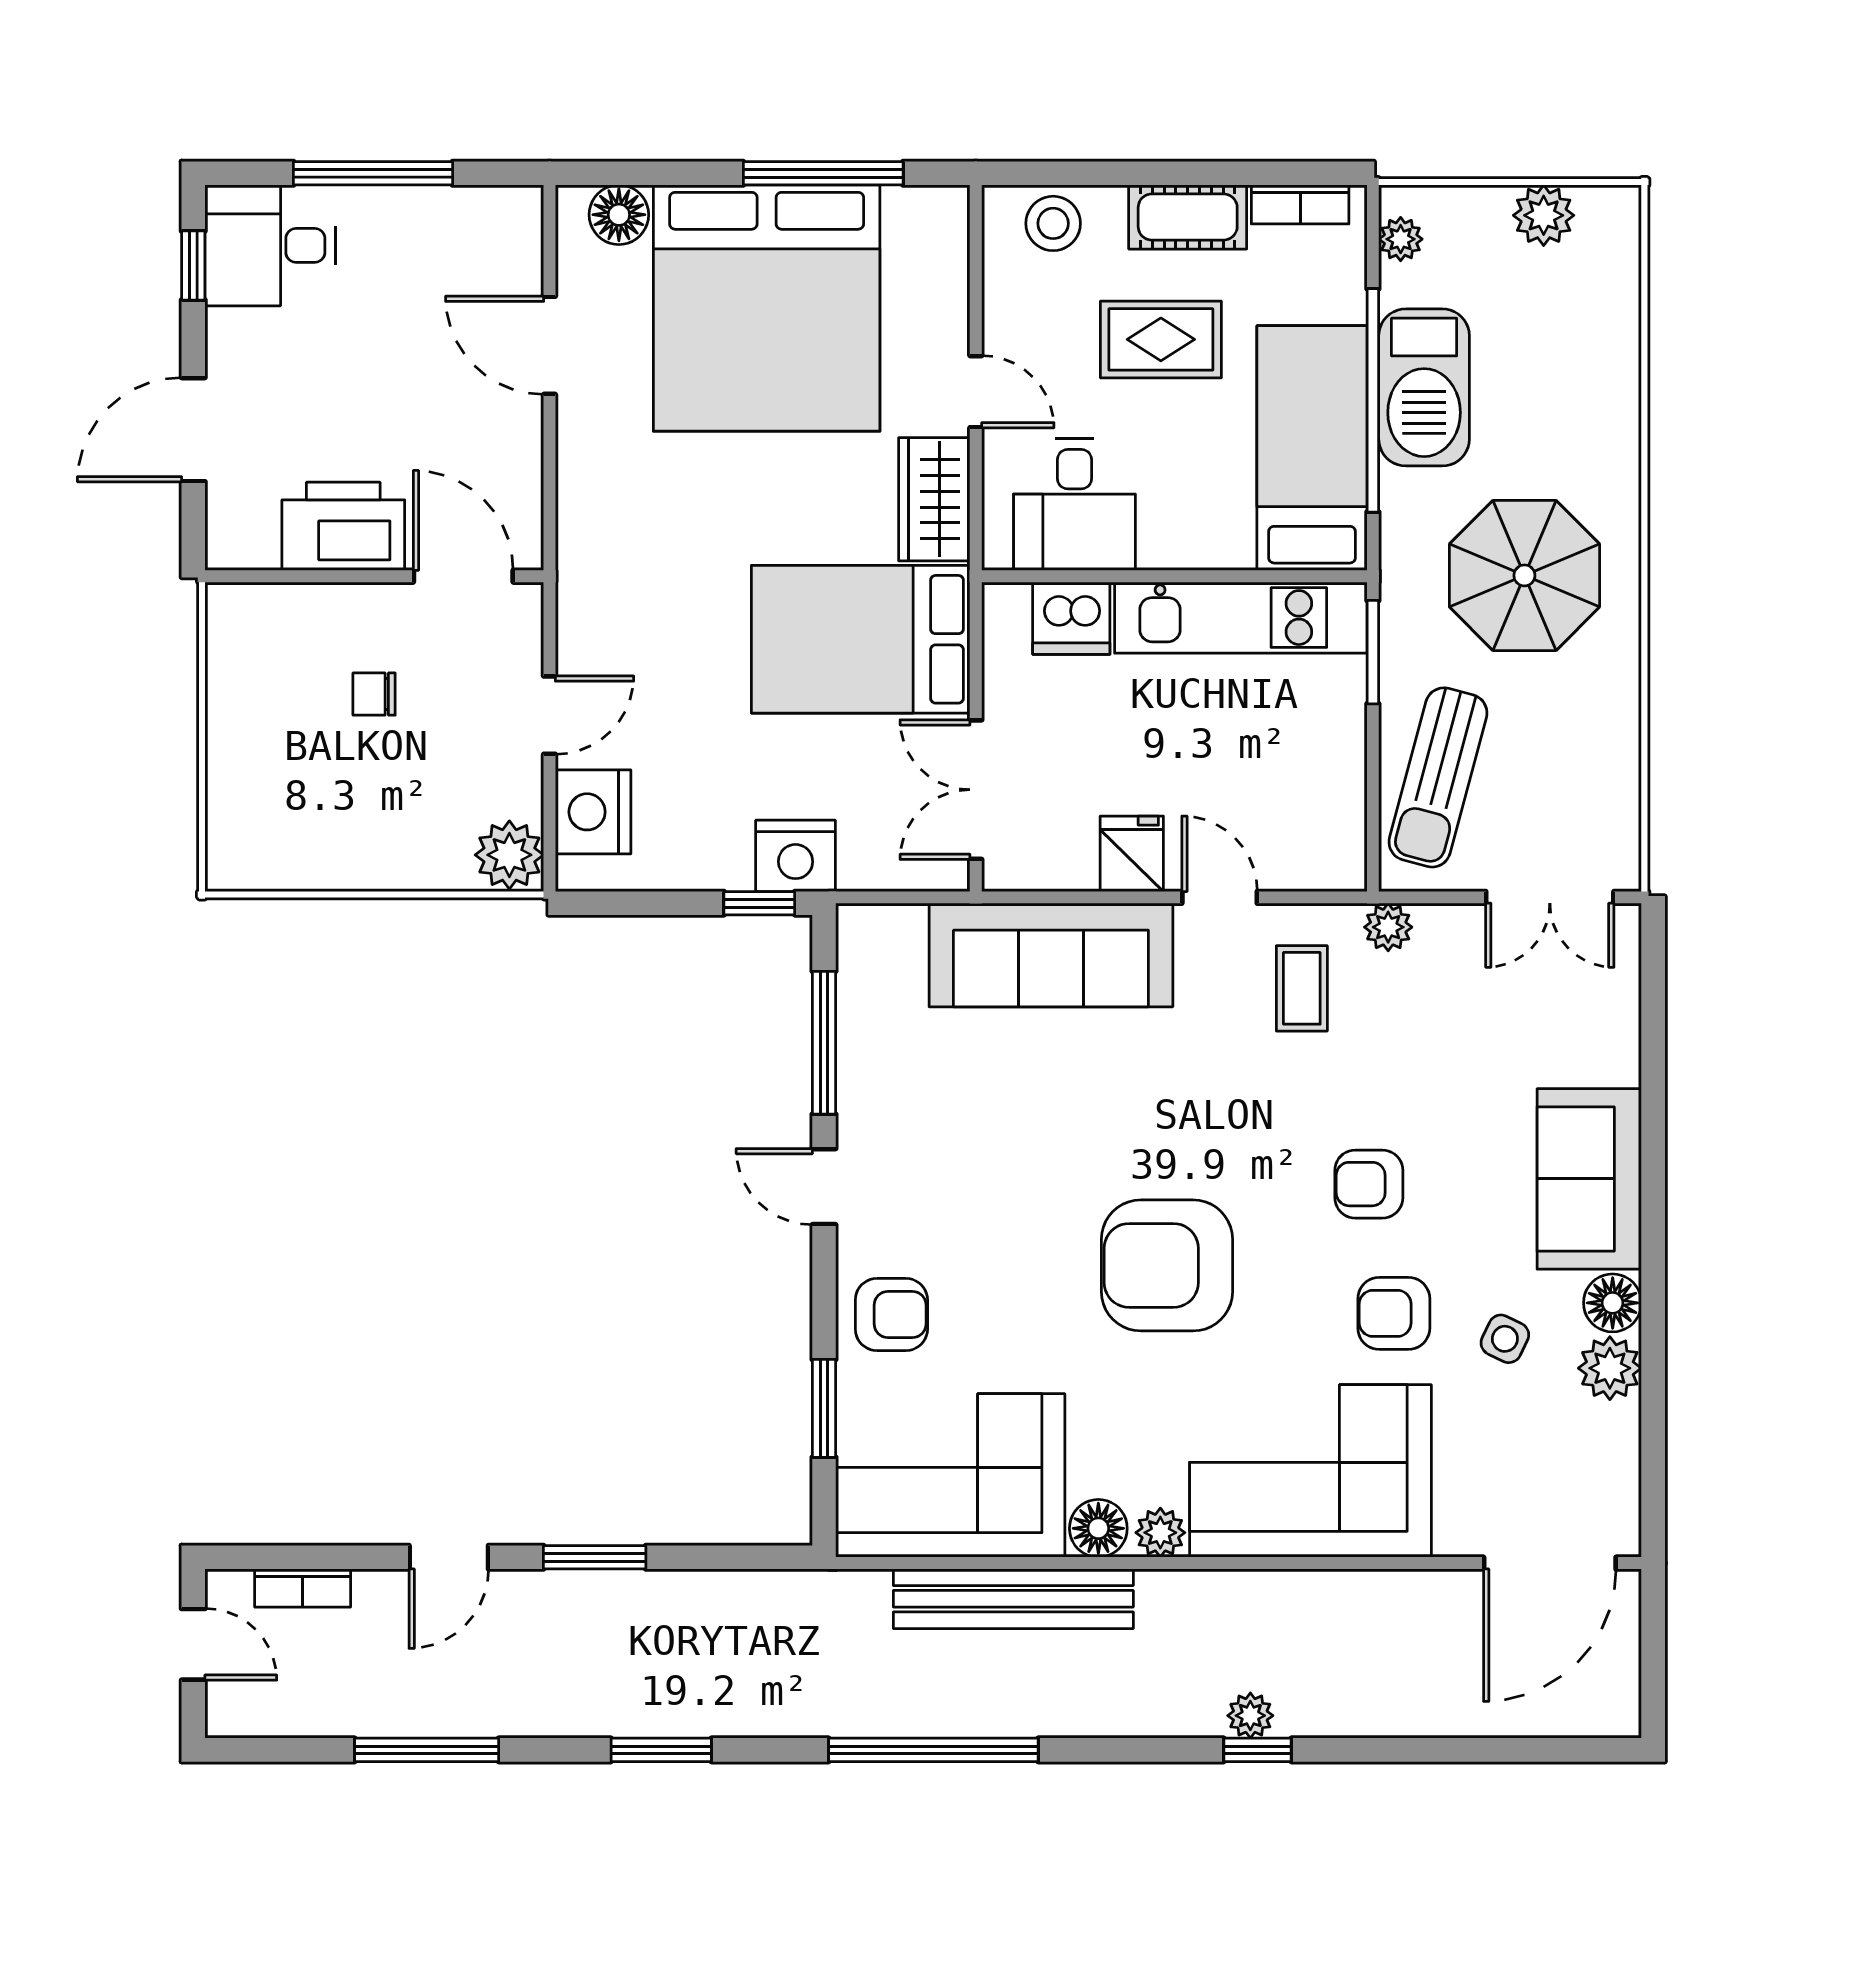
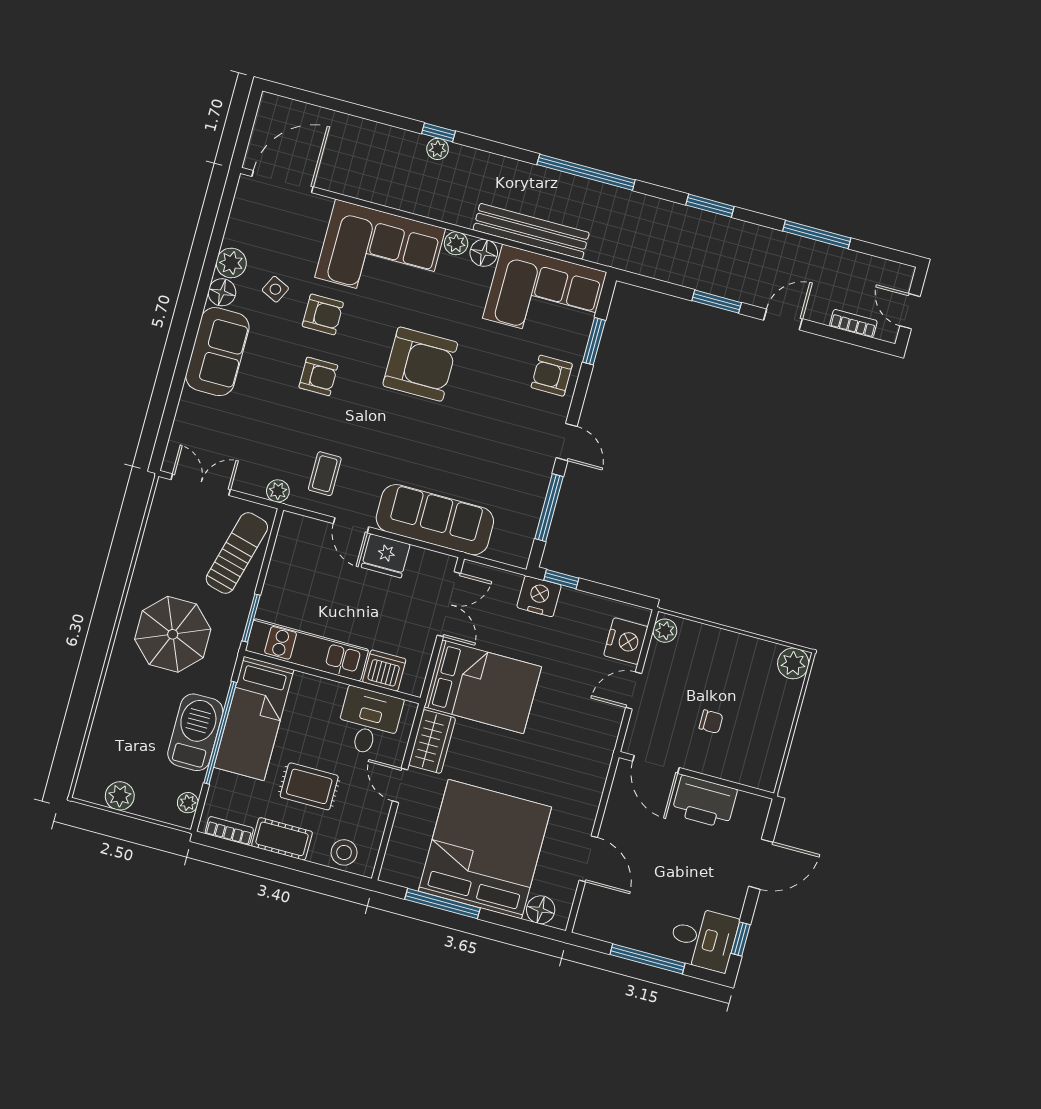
fridge: (1132, 854) -> (386, 556), width x1.38
plant: (509, 855) -> (665, 631), width x0.73, depth x0.73
plant: (238, 859) -> (793, 663), added

